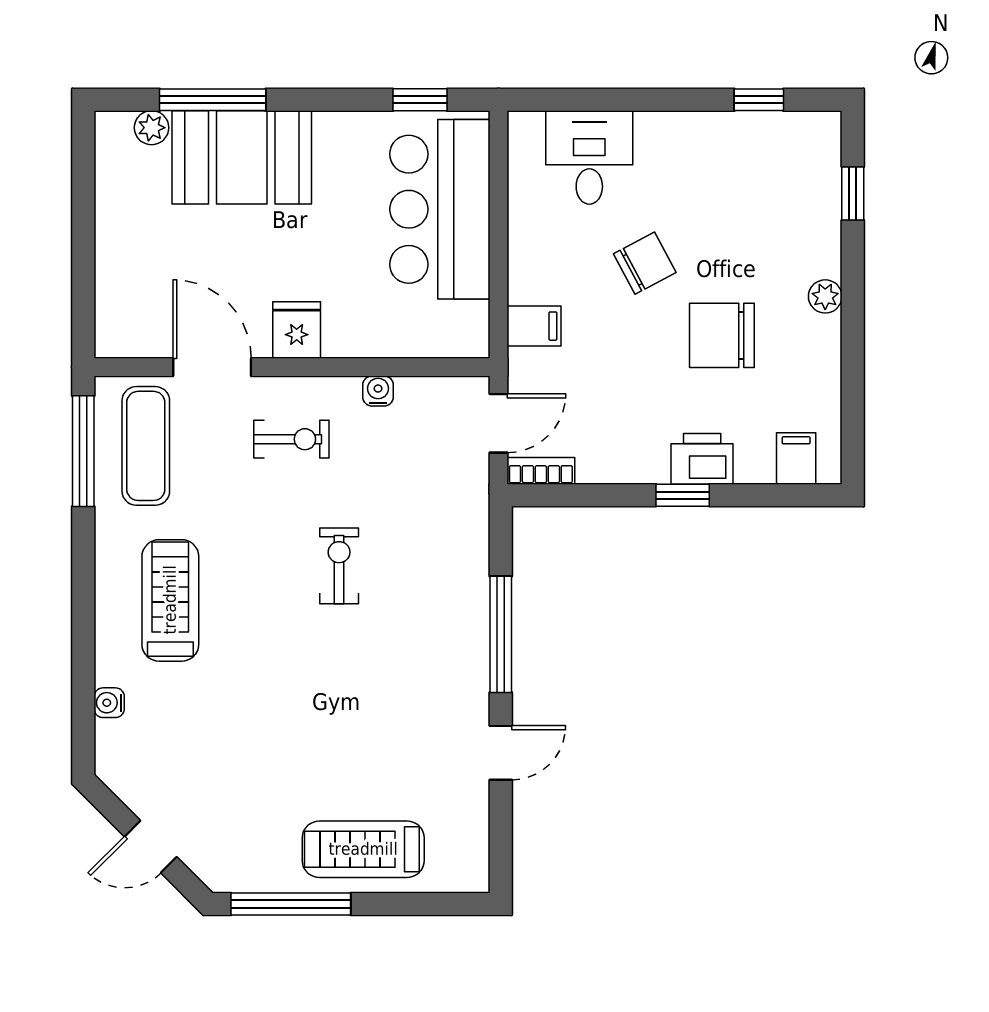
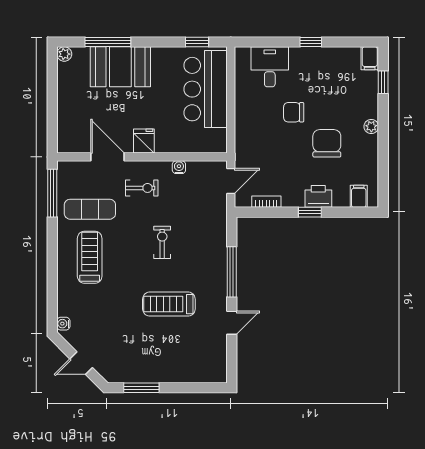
window: (759, 100) -> (311, 42), moved
plant: (152, 128) -> (64, 54), moved
chair: (645, 263) -> (294, 112), turned -152
filing cabinet: (534, 326) -> (370, 58), moved, turned 90
chair: (722, 335) -> (327, 143), turned 90
exercise mat: (146, 446) -> (90, 209), moved, turned 90
bookcase: (541, 471) -> (266, 202), moved
water cooler: (109, 703) -> (63, 324), moved
treadmill: (363, 849) -> (169, 304), moved
window: (291, 904) -> (141, 388), width x0.69

